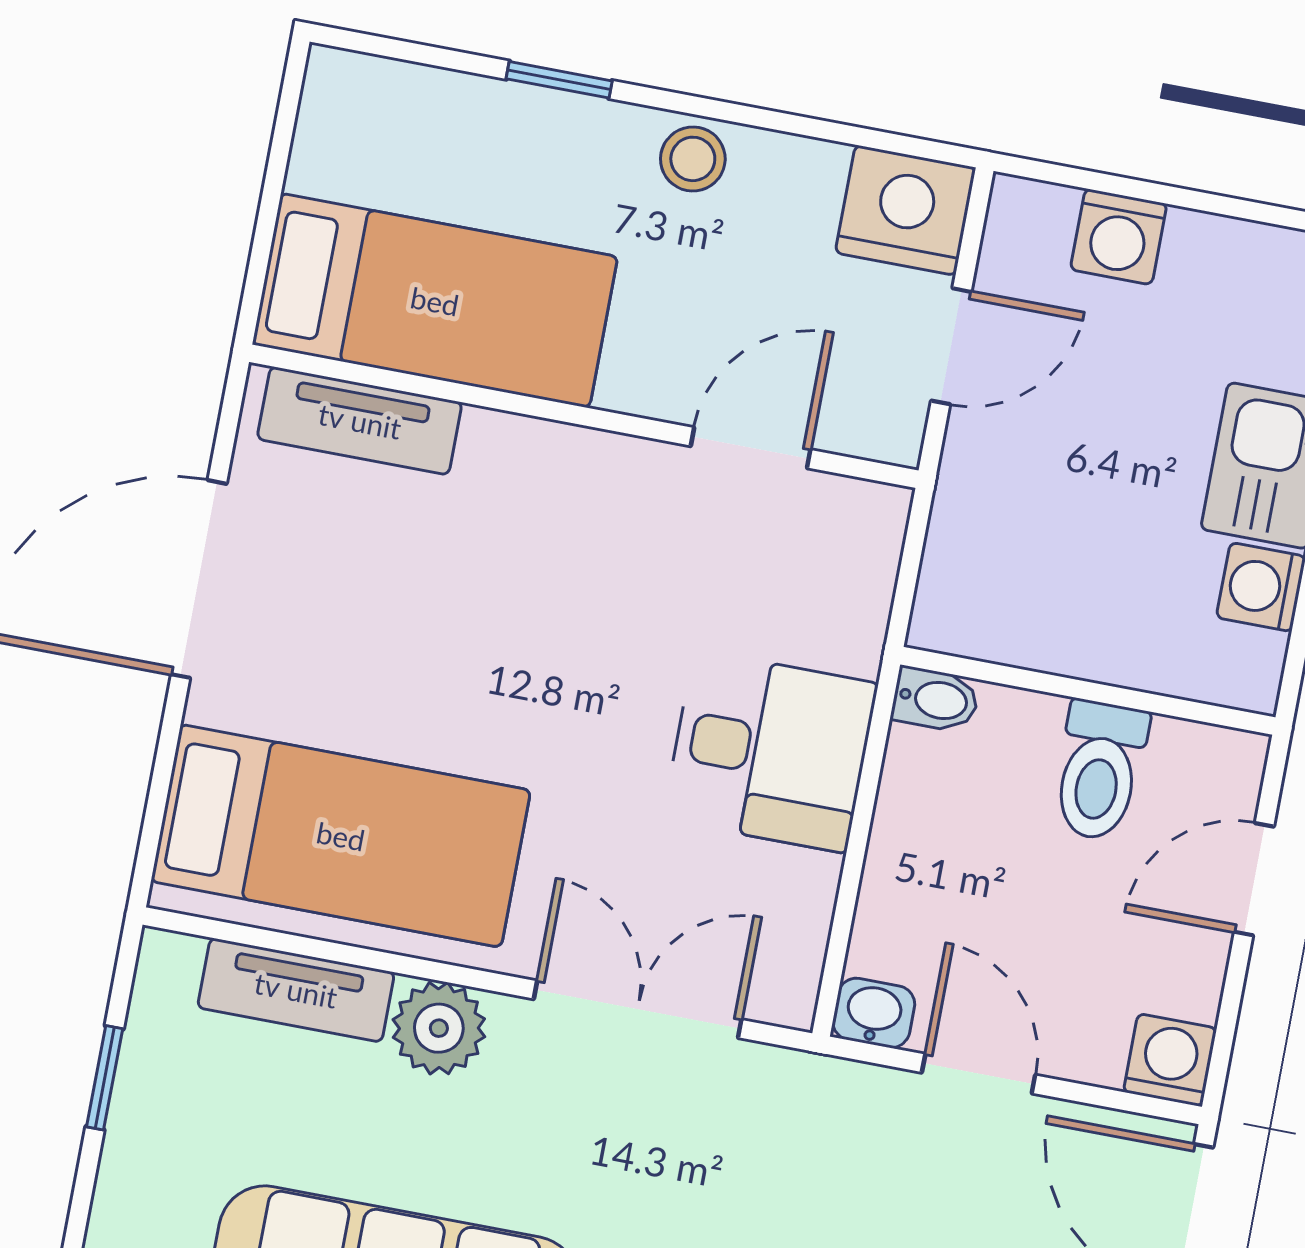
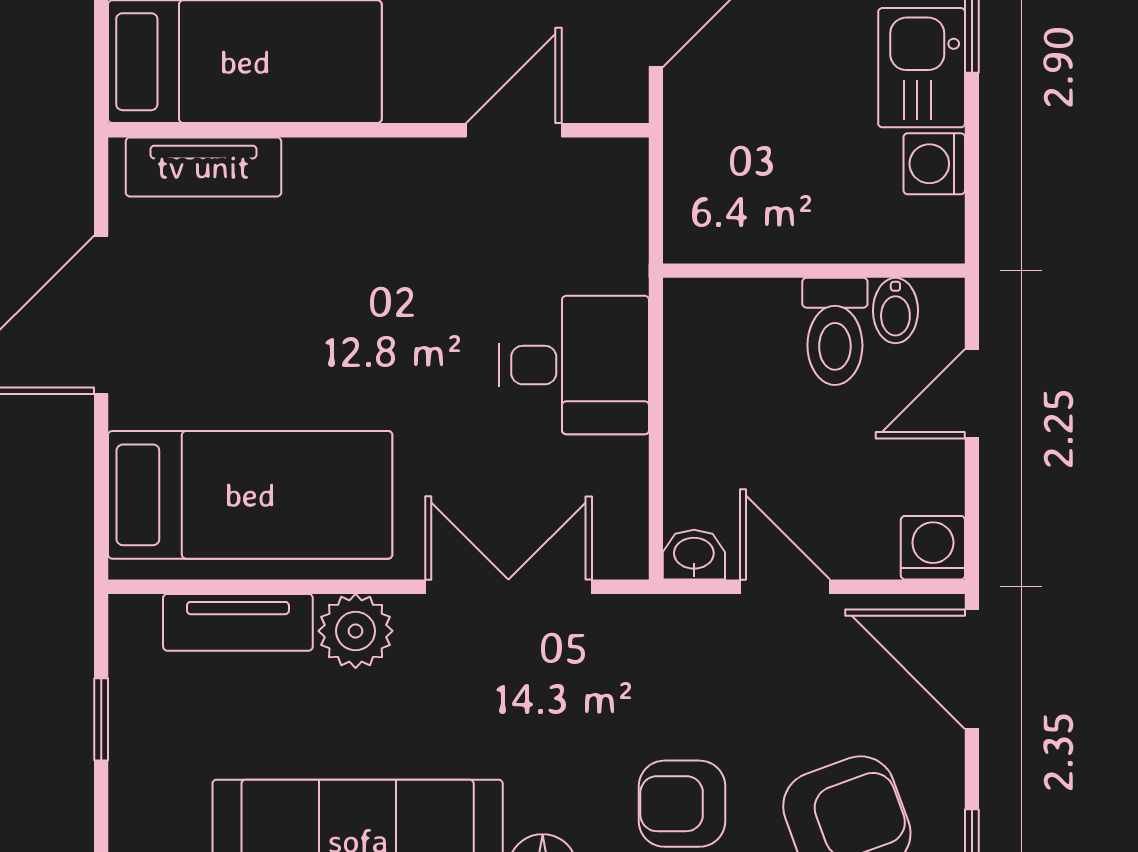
bidet: (935, 699) -> (895, 311), moved, turned 90

